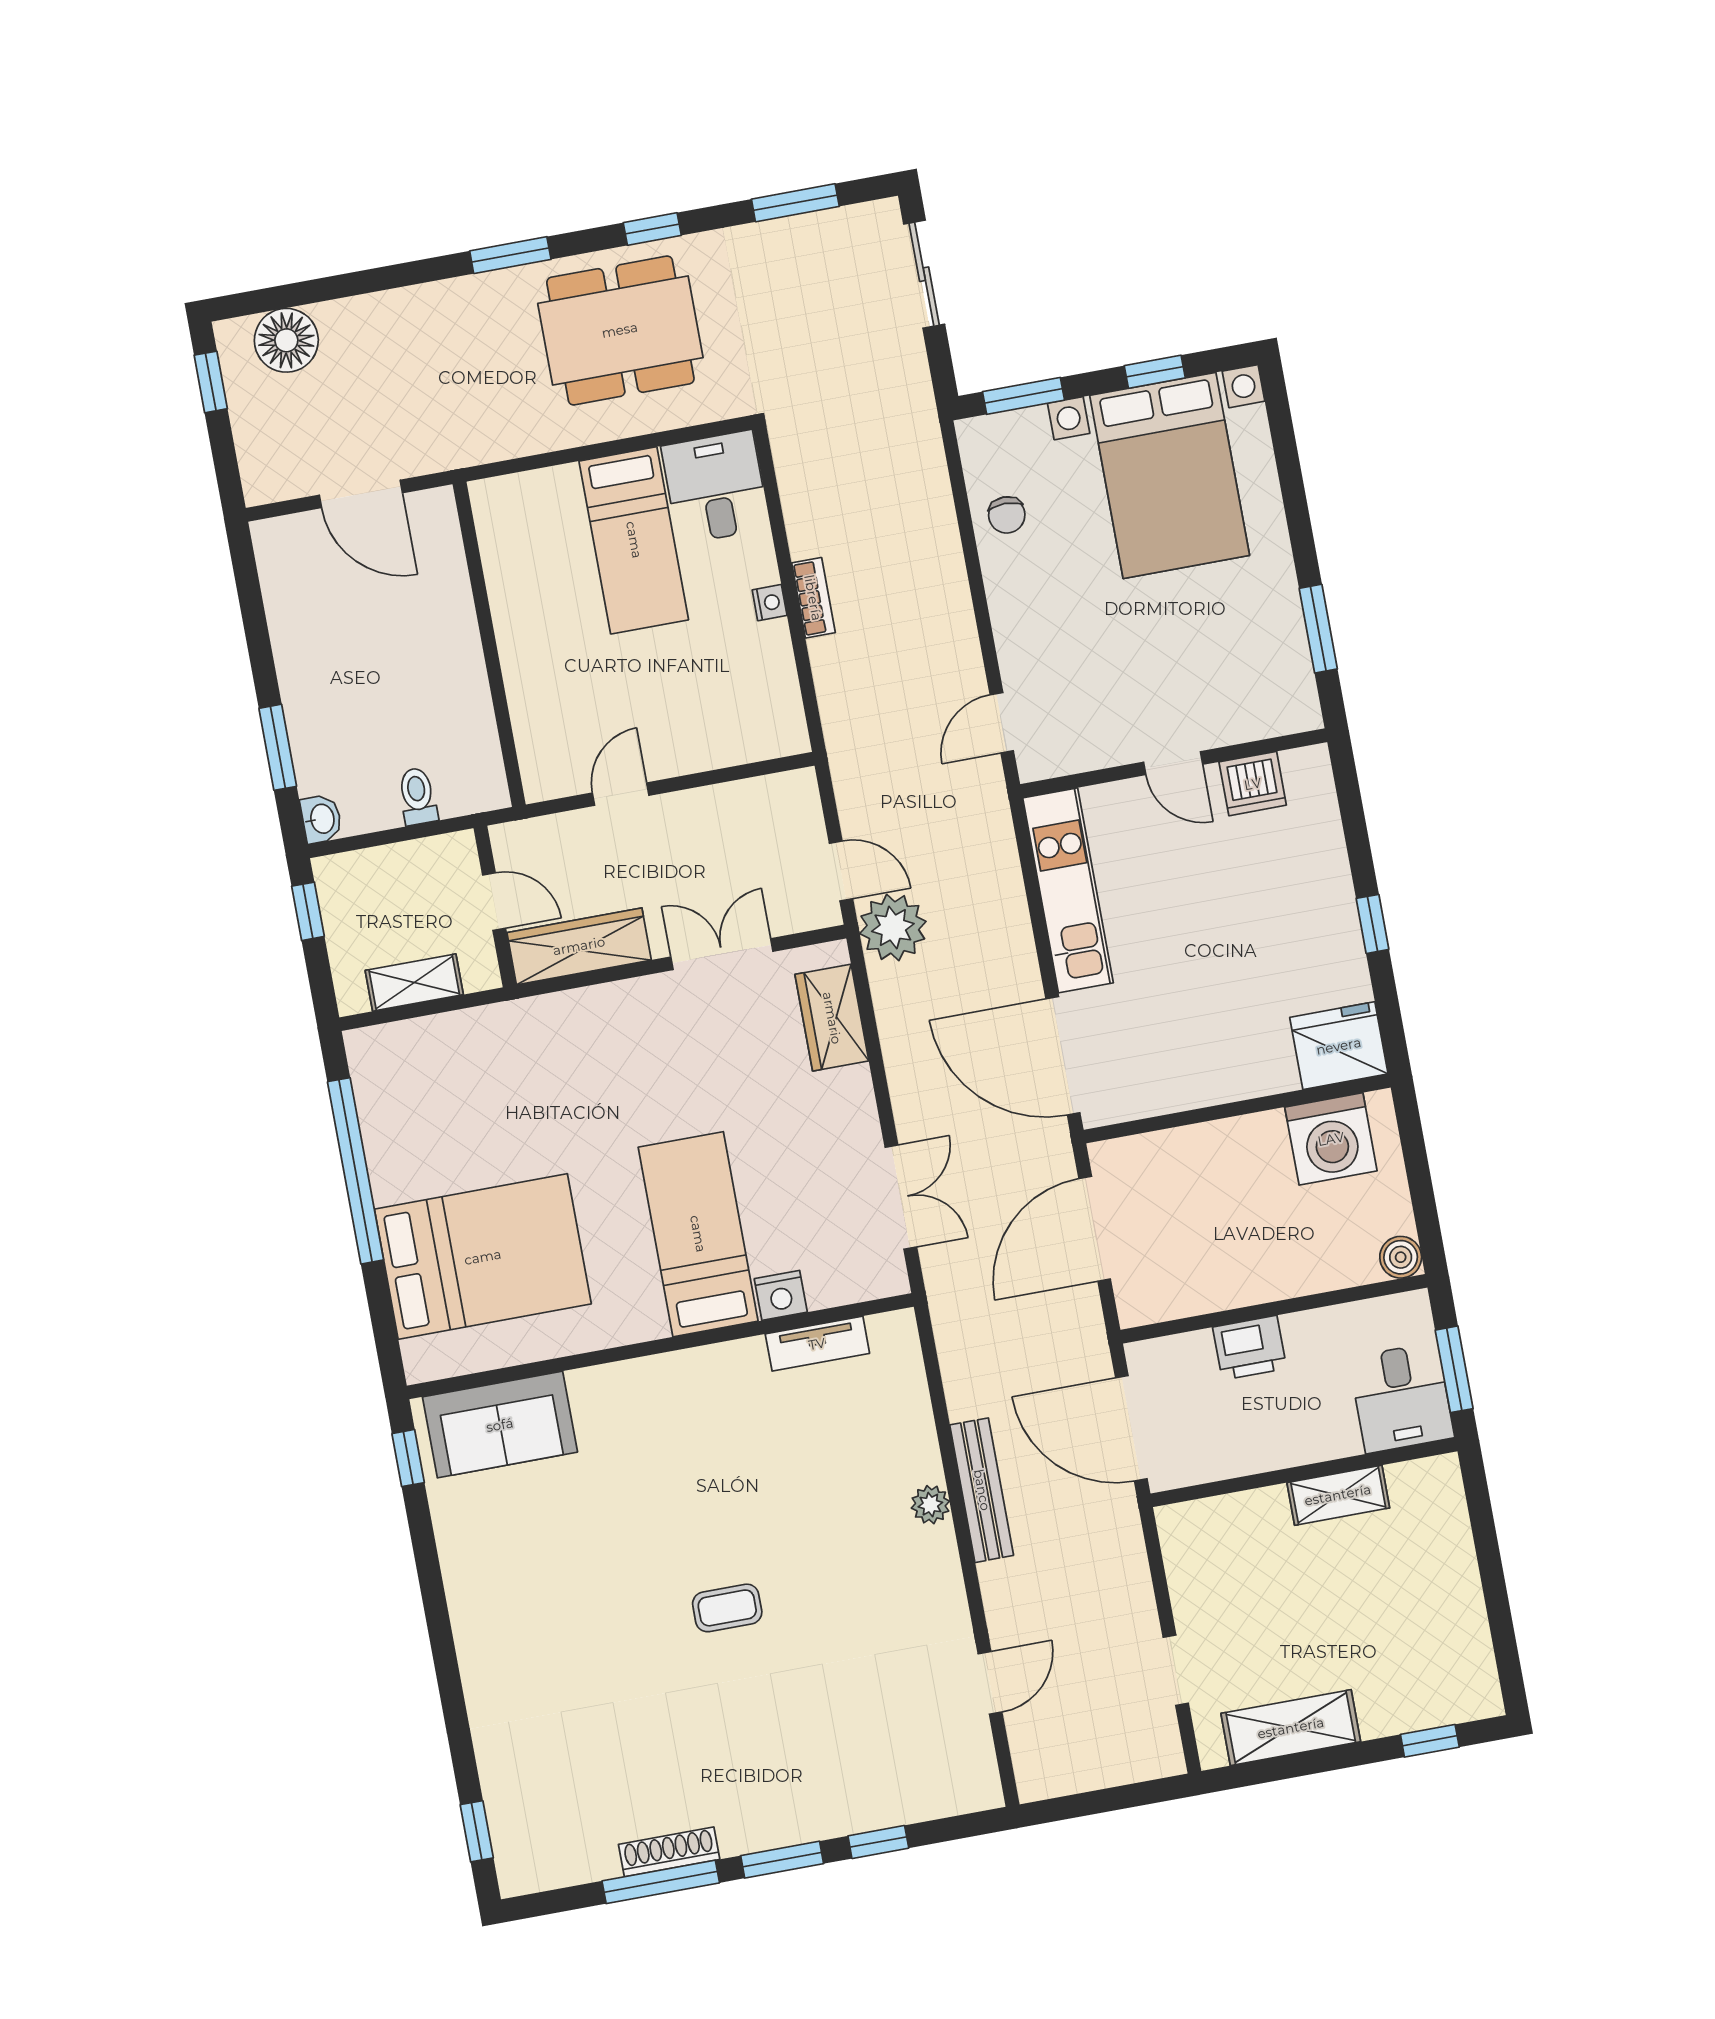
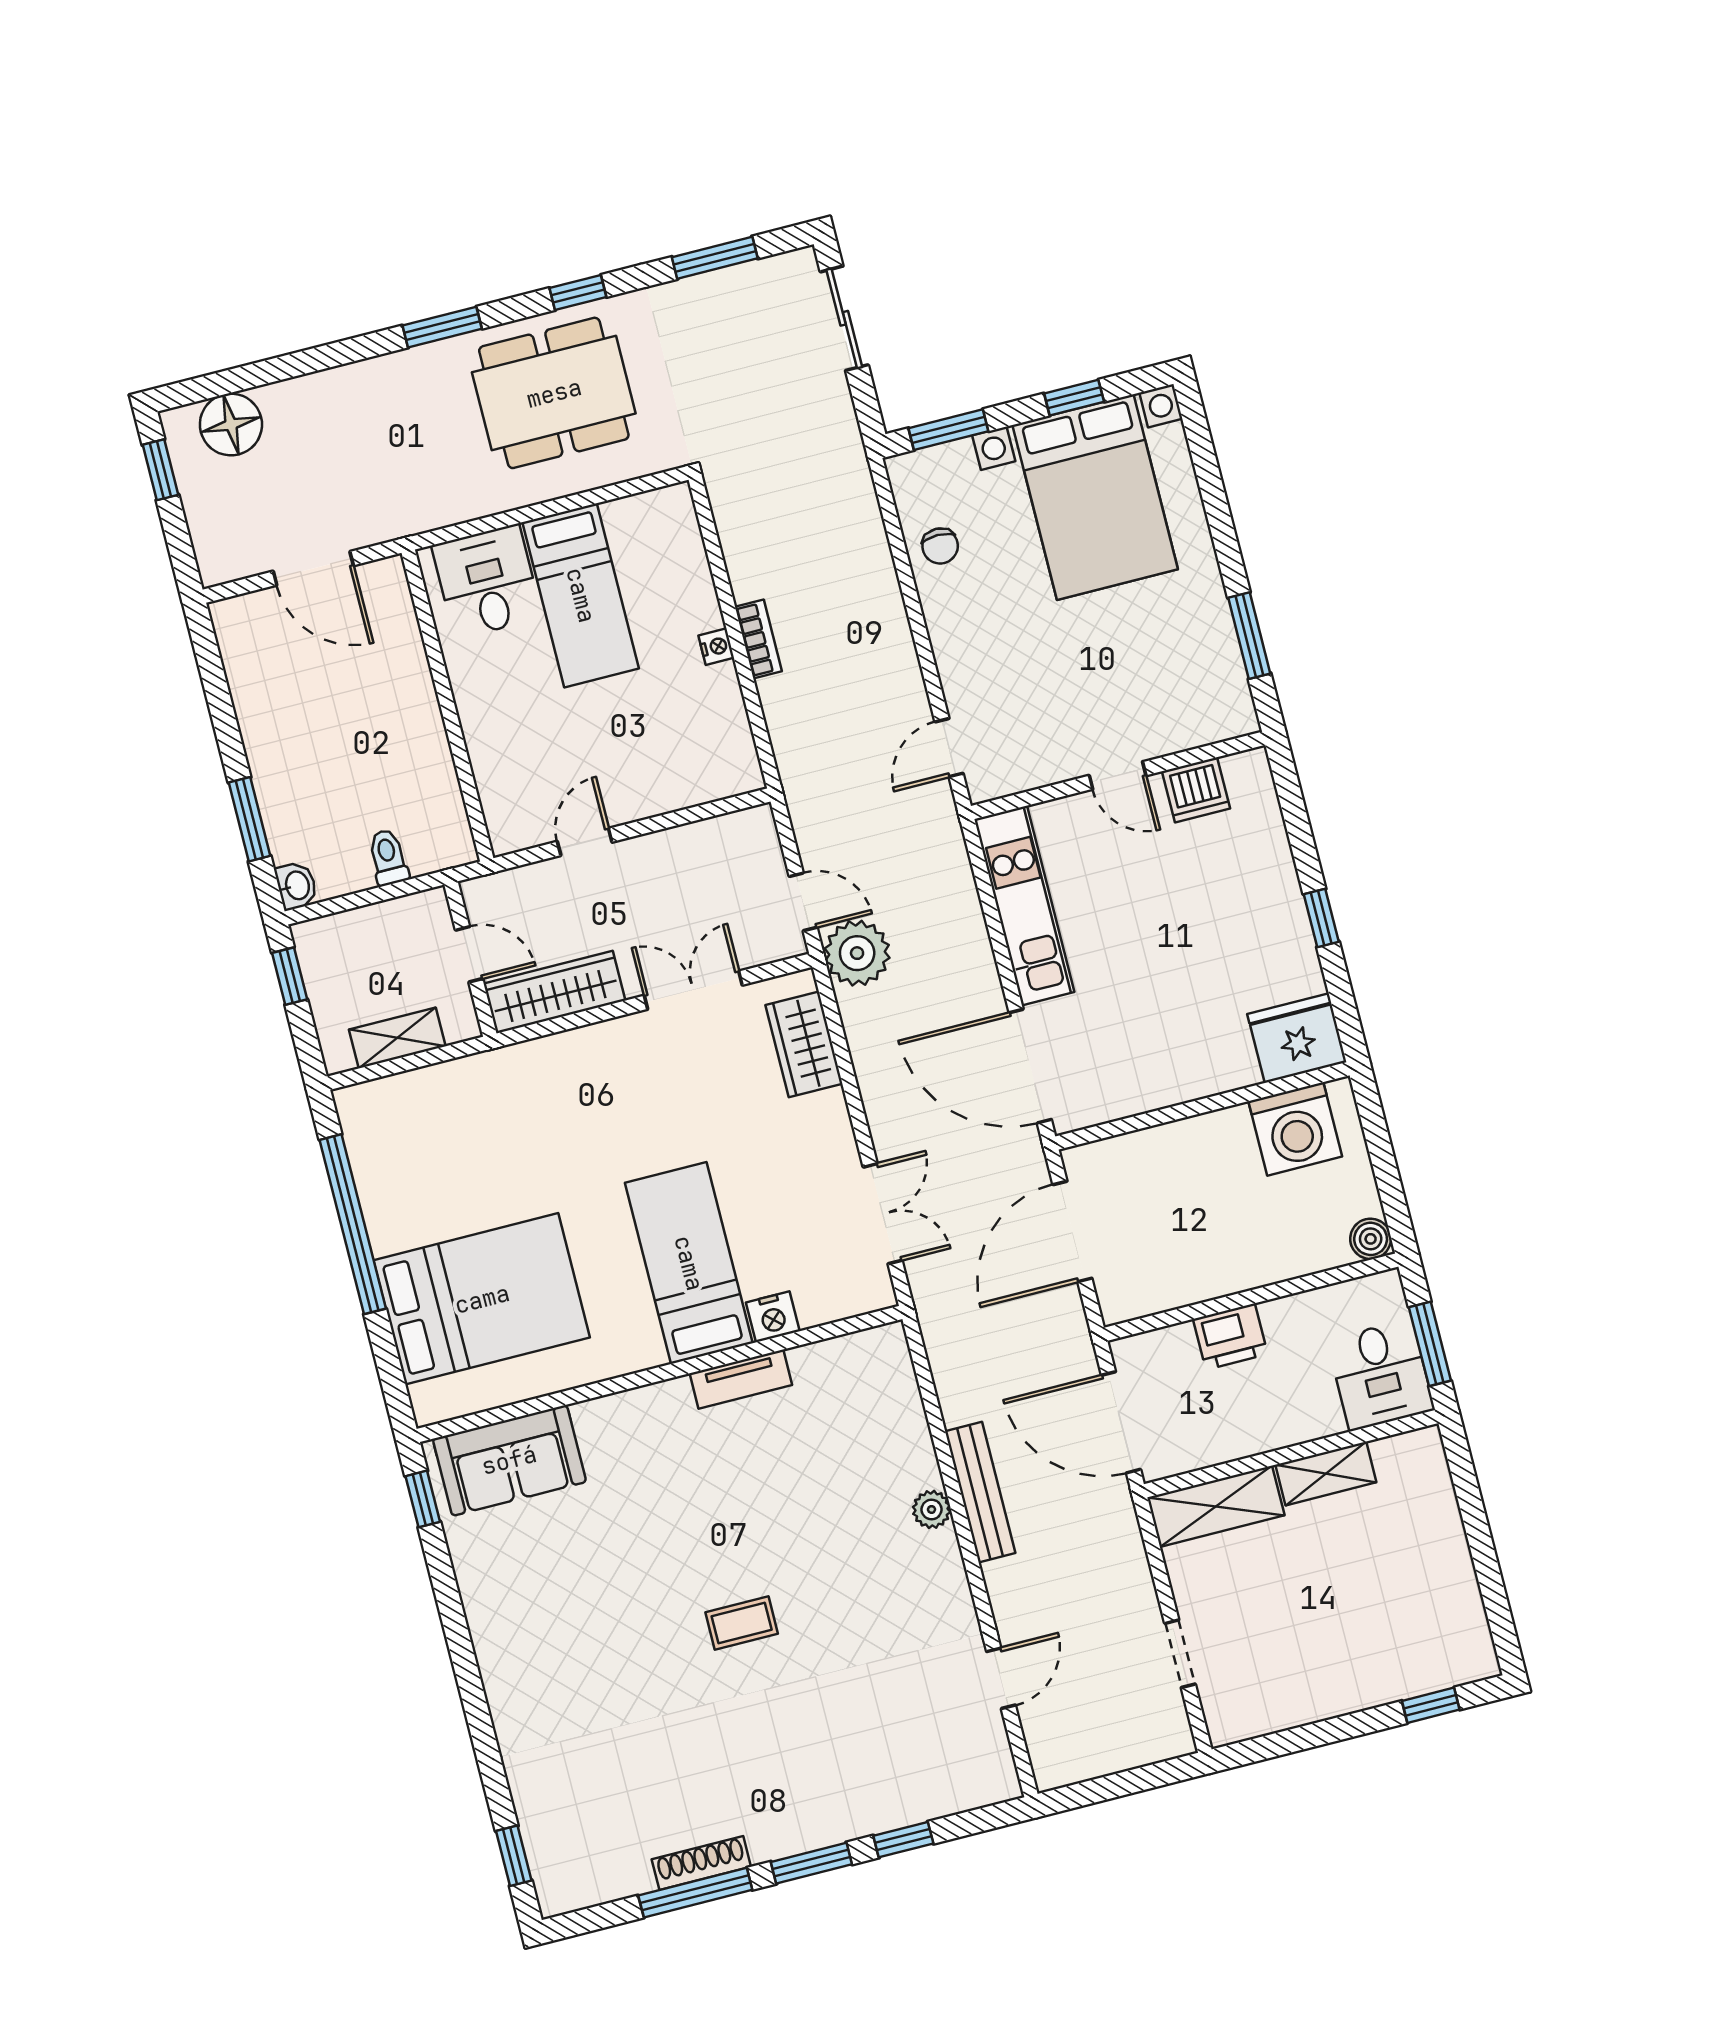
desk: (715, 487) -> (487, 582), moved
tv unit: (817, 1344) -> (741, 1379), moved
shelving: (1291, 1728) -> (1216, 1506), moved

